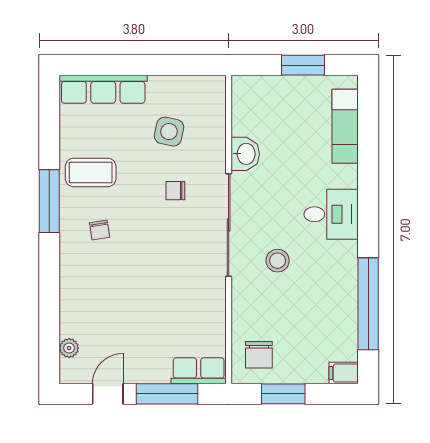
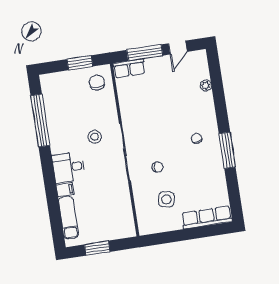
washbasin: (245, 154) -> (122, 194), removed
coffee table: (91, 172) -> (207, 170), removed
plant: (69, 348) -> (206, 85), moved
filing cabinet: (344, 373) -> (65, 190), moved

